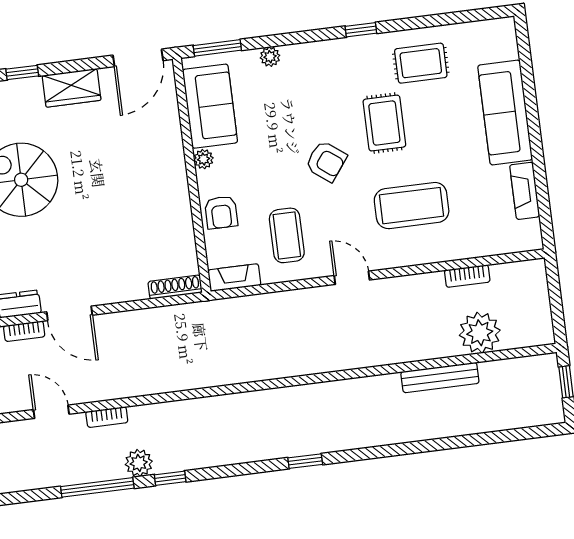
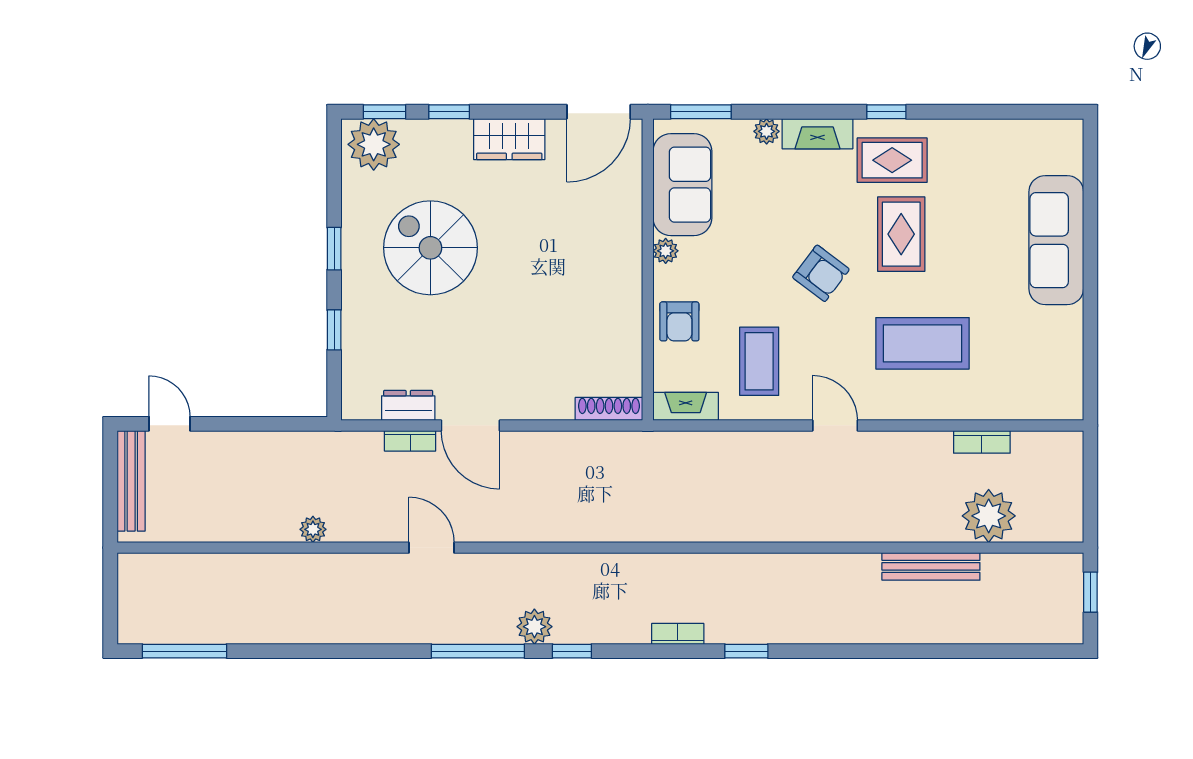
rug: (421, 63) -> (892, 160), moved
fireplace: (525, 191) -> (817, 134), moved, turned -90
bookcase: (107, 417) -> (678, 634), moved, turned 180

